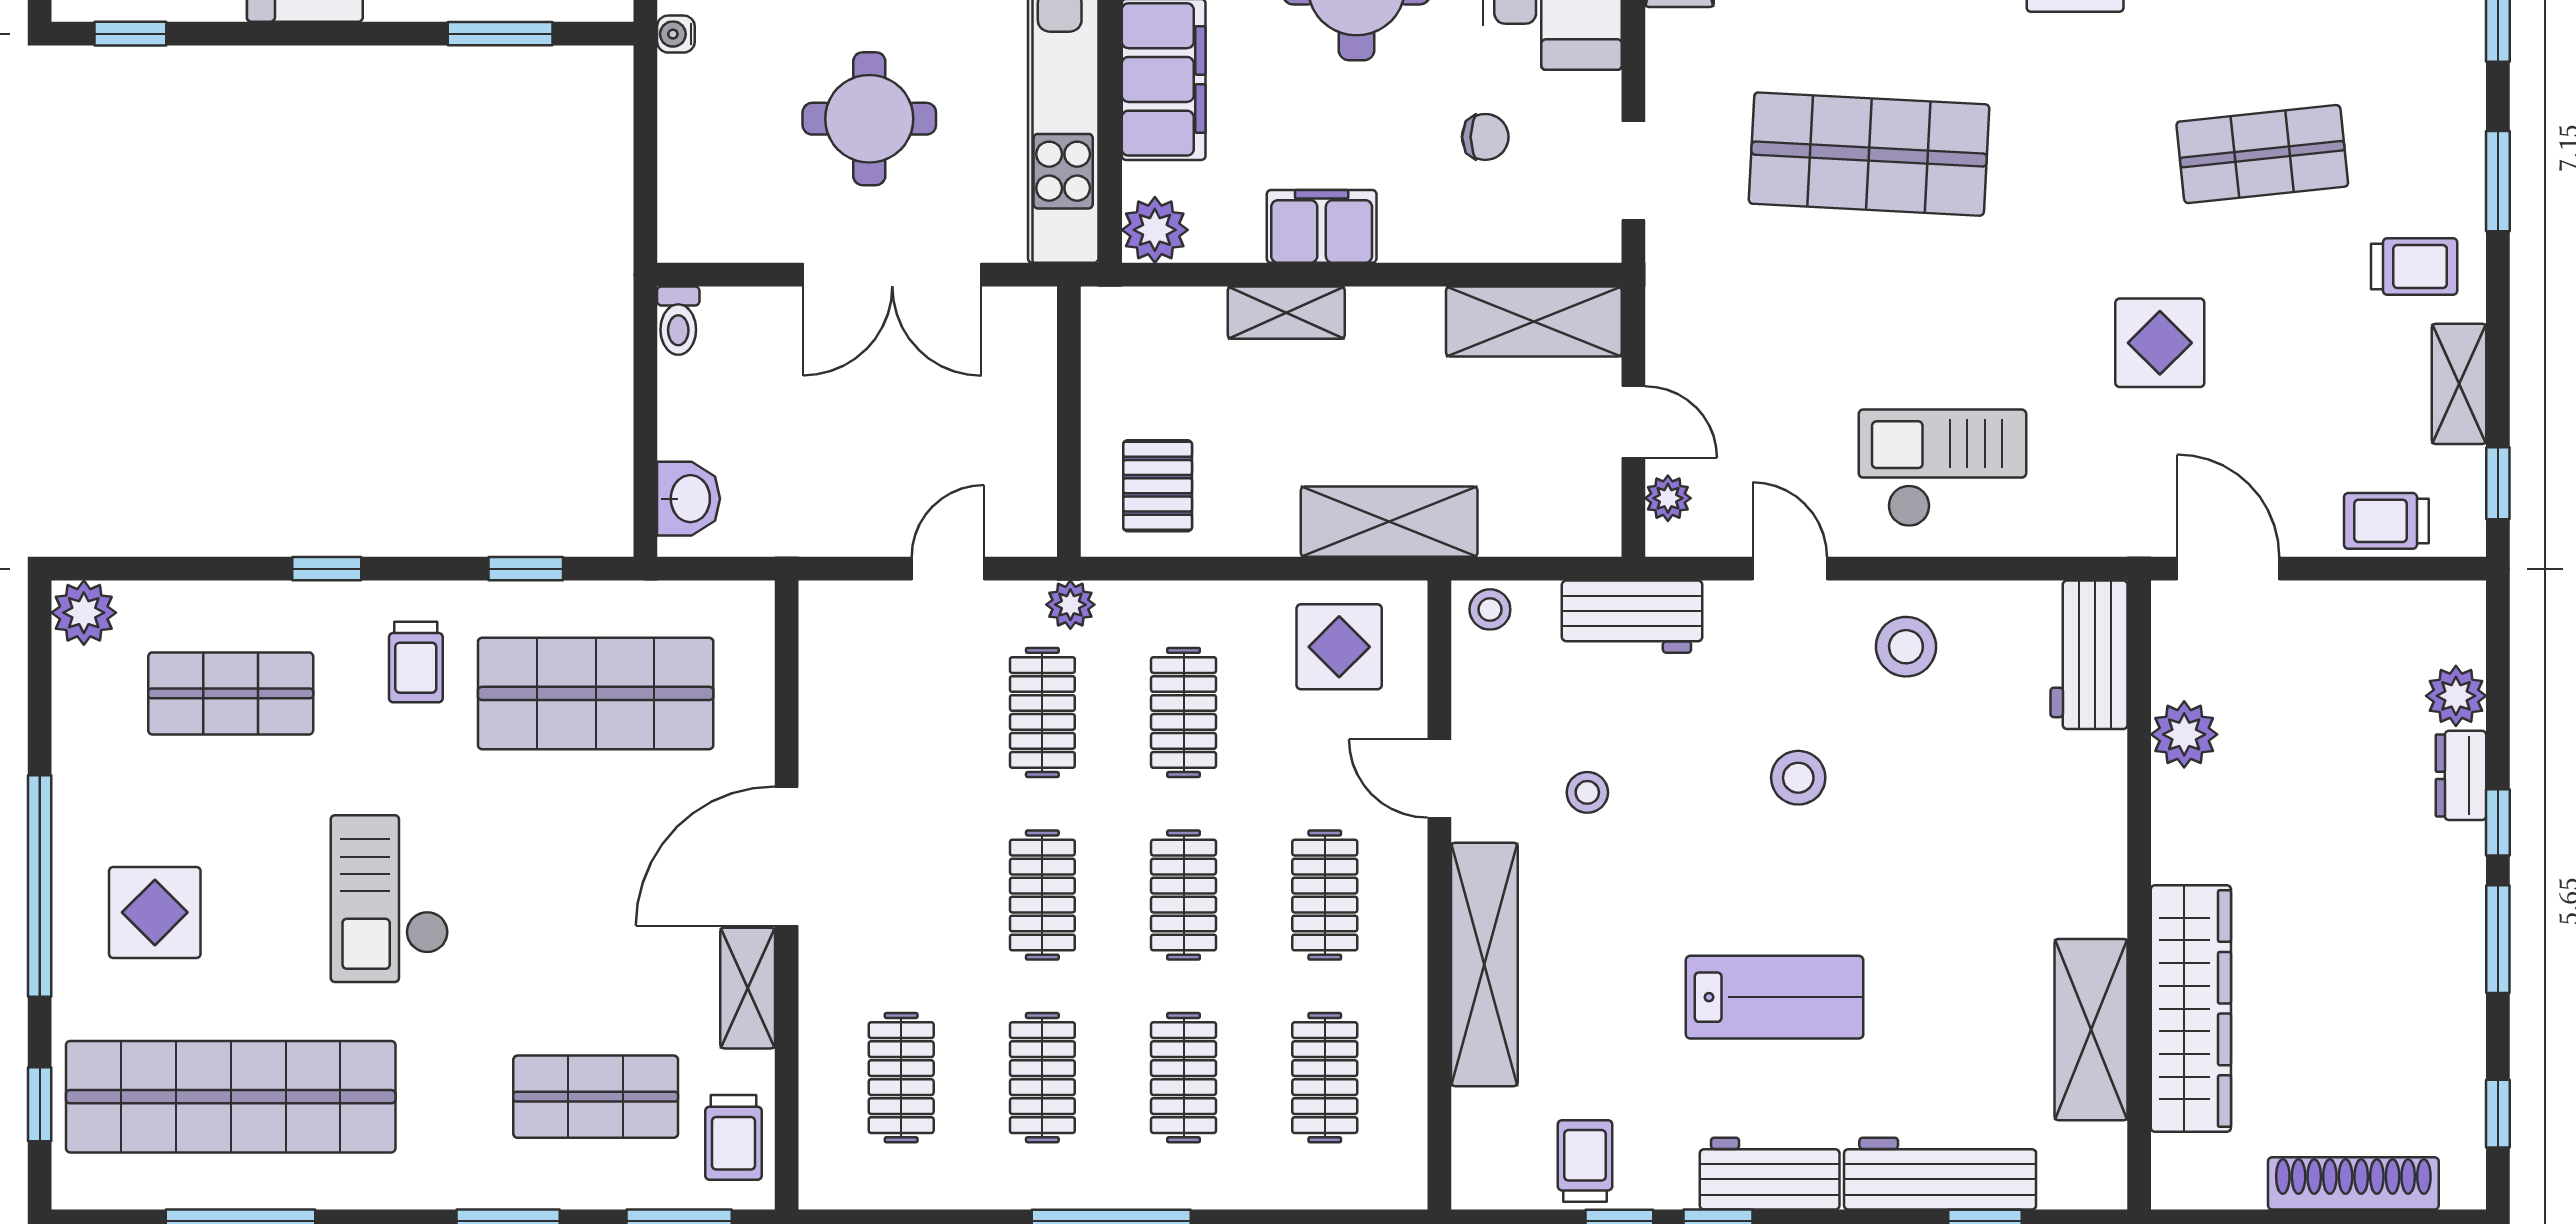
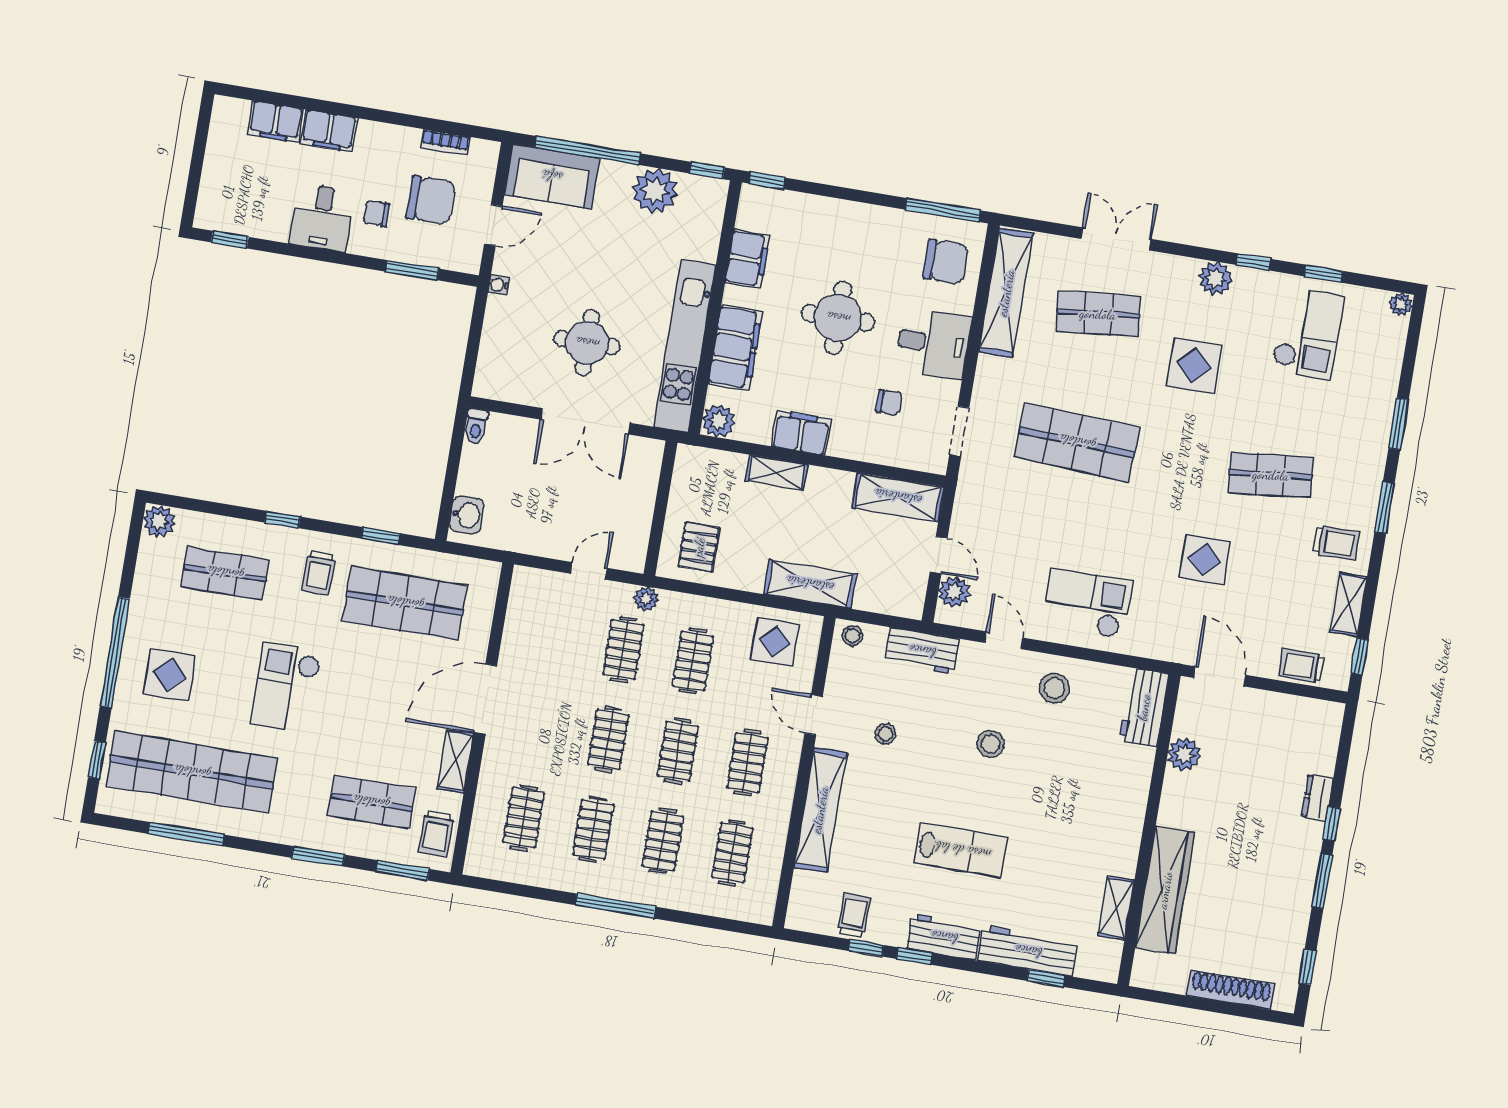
plant: (1668, 498) -> (954, 592), width x1.38, depth x1.38
plant: (2456, 696) -> (1321, 758), removed
shelving: (2091, 1030) -> (1116, 908), width x0.67, depth x0.75

